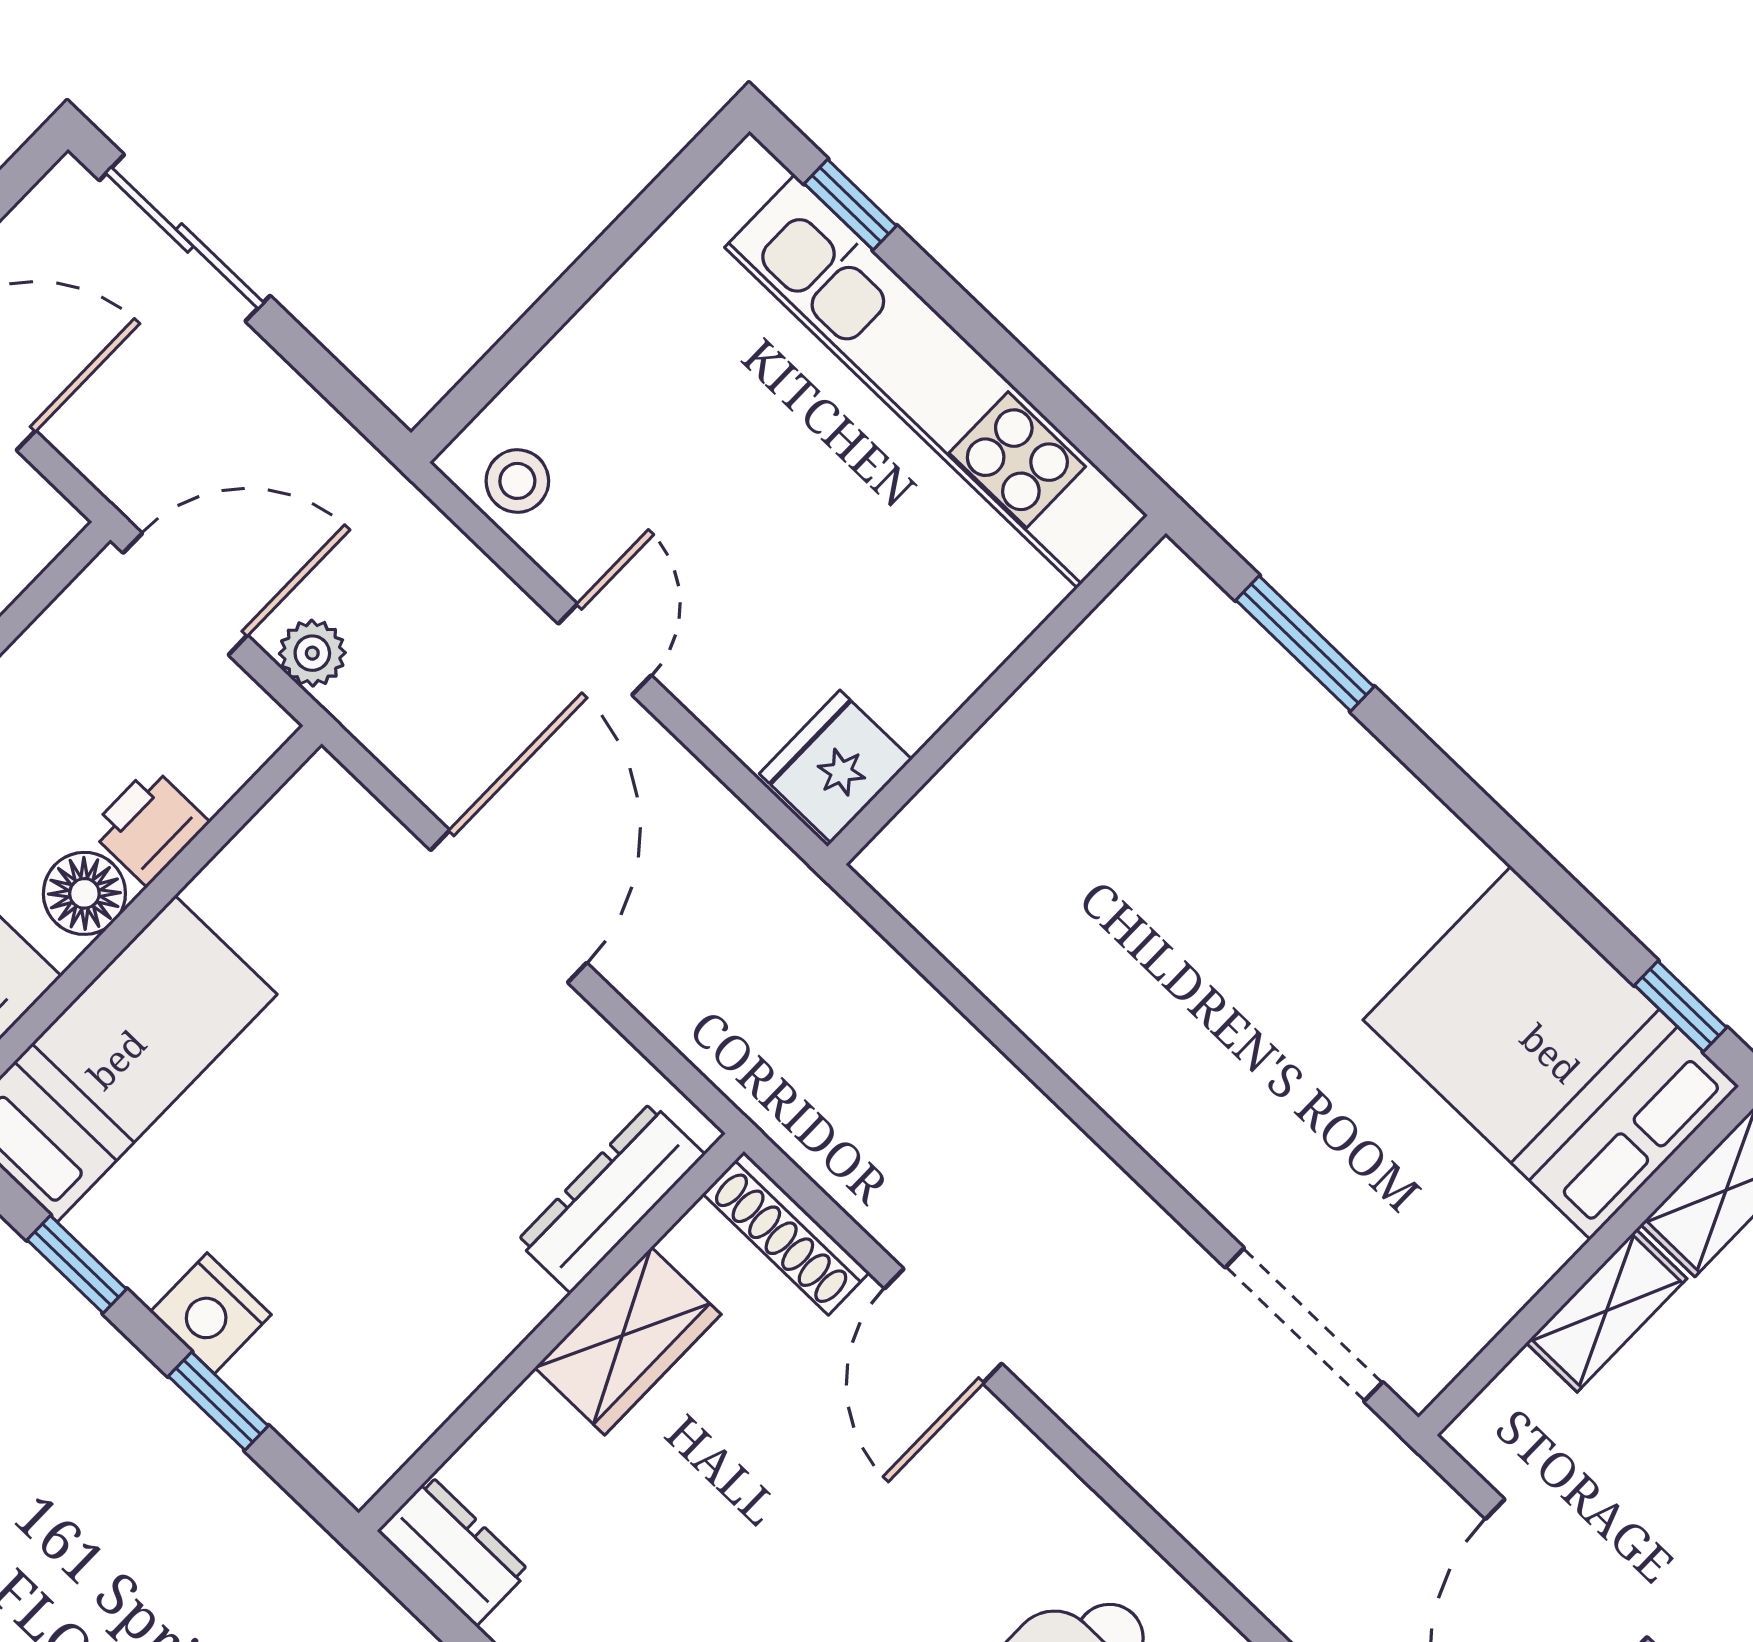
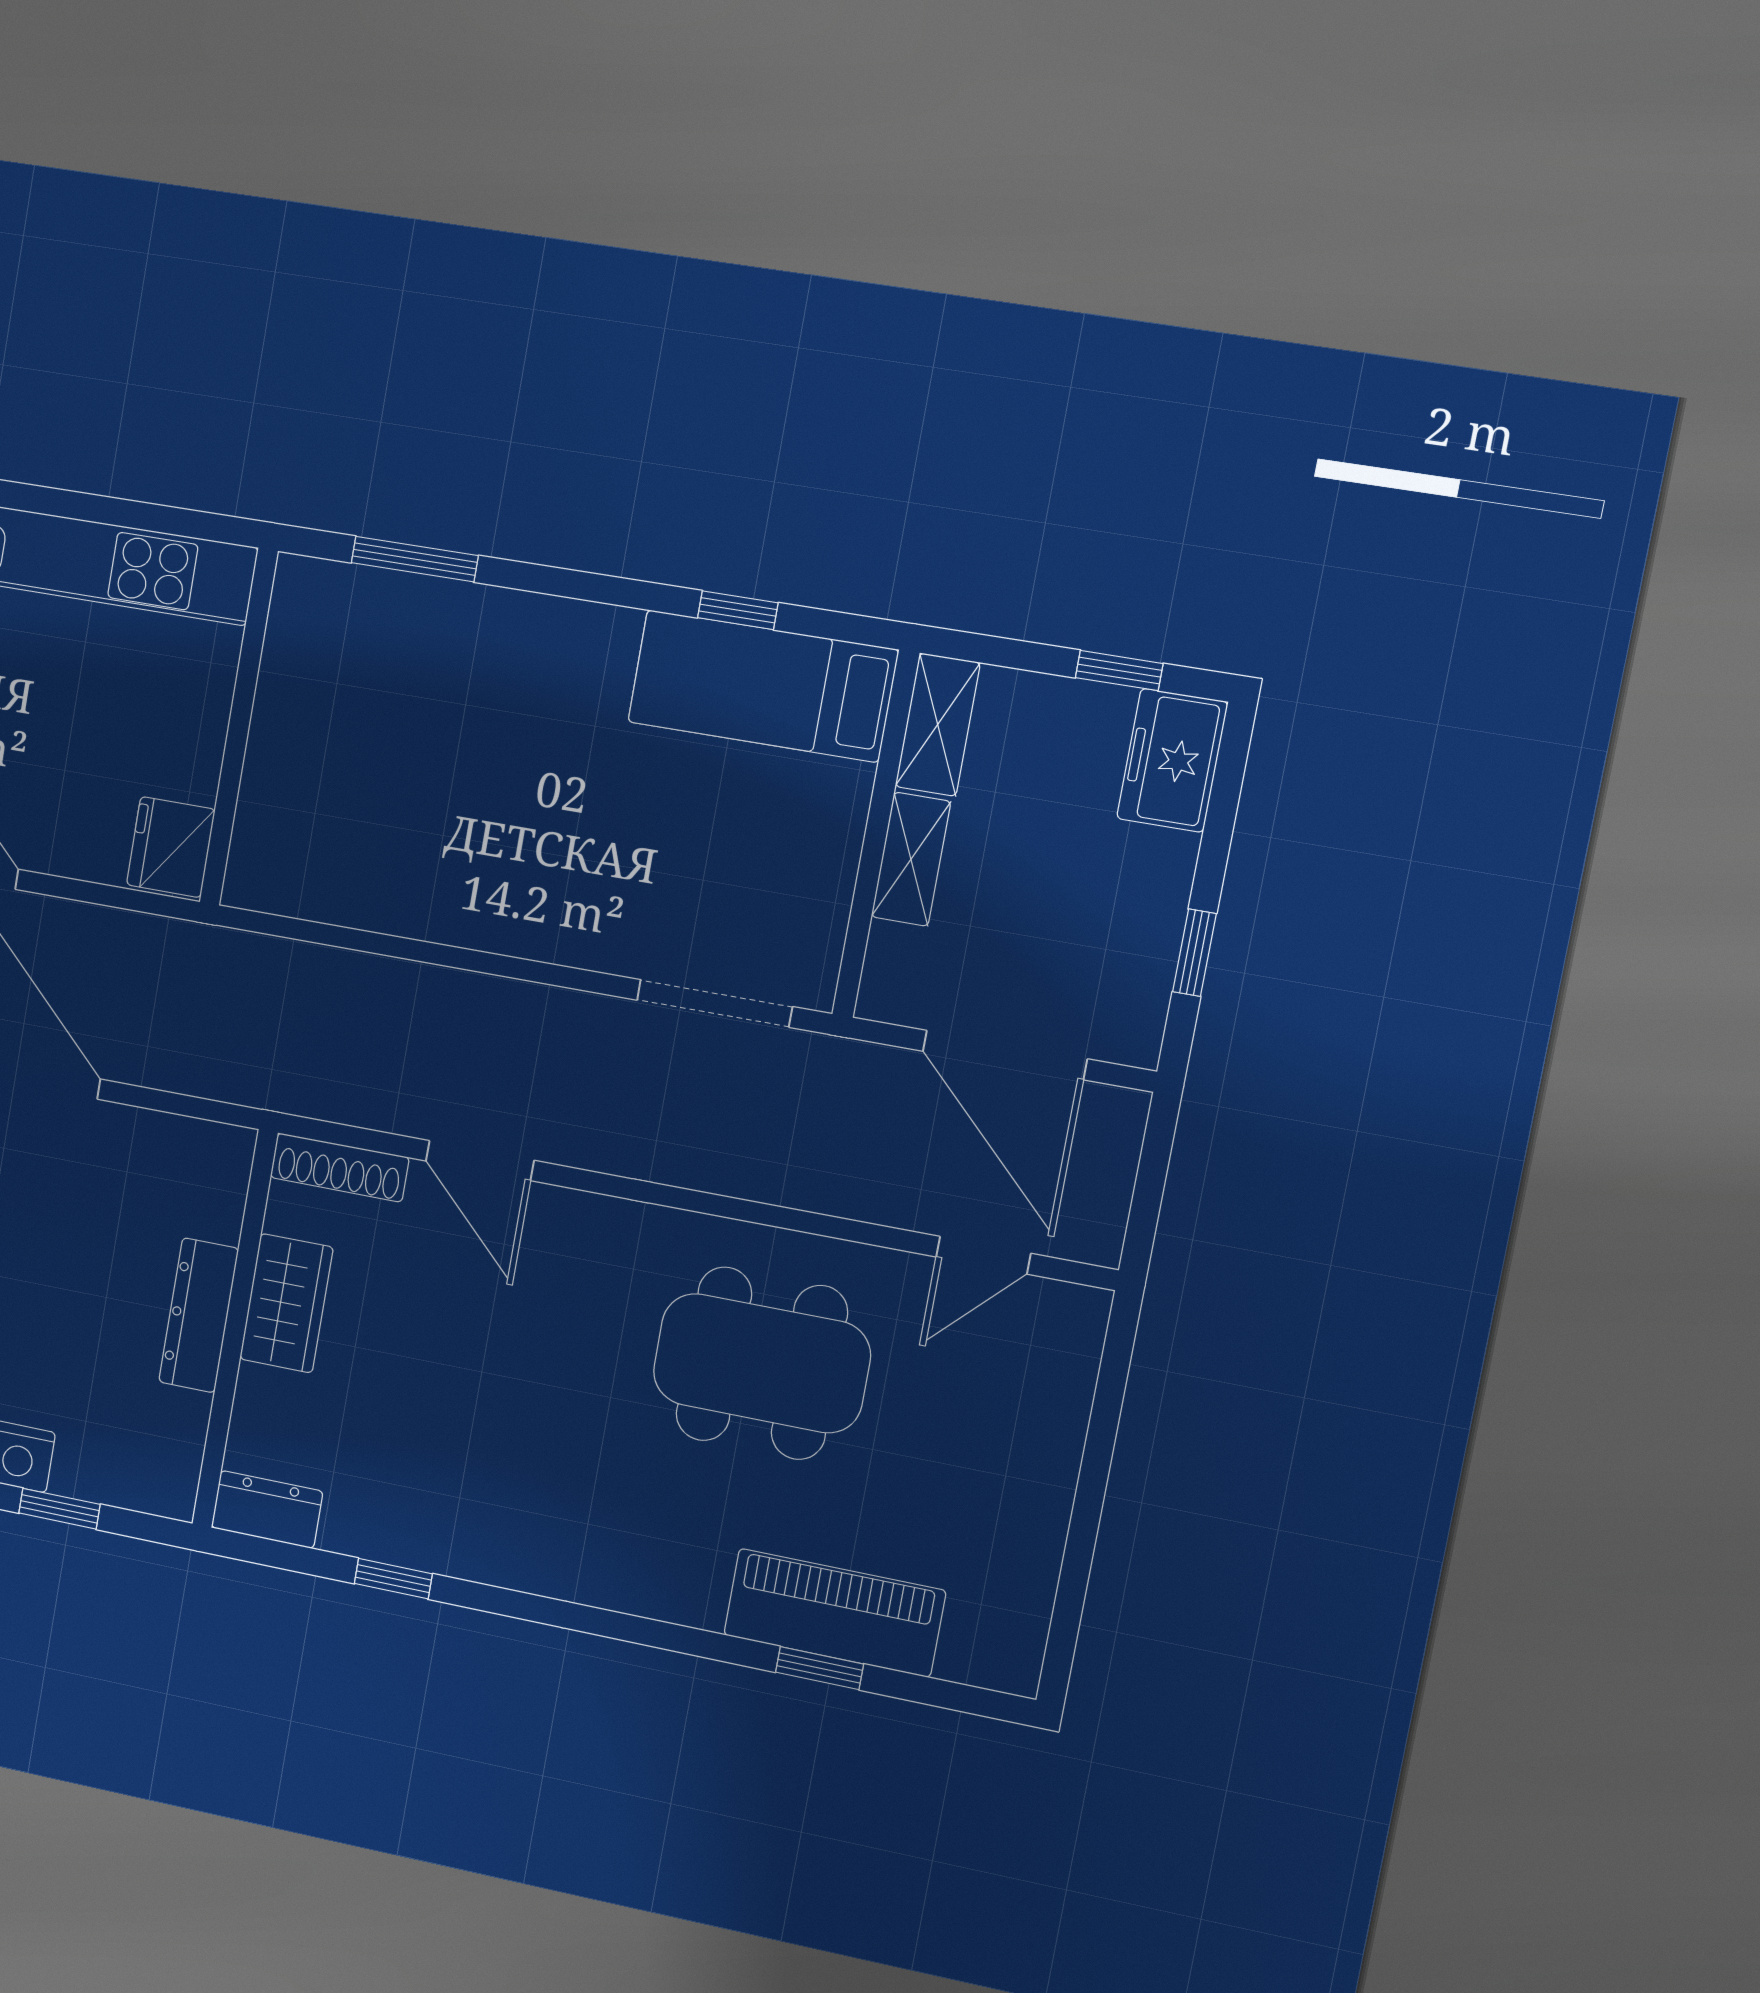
window: (1681, 1006) -> (738, 610), moved
bed: (1551, 1053) -> (762, 686), width x0.67
dresser: (611, 1198) -> (199, 1315), moved

